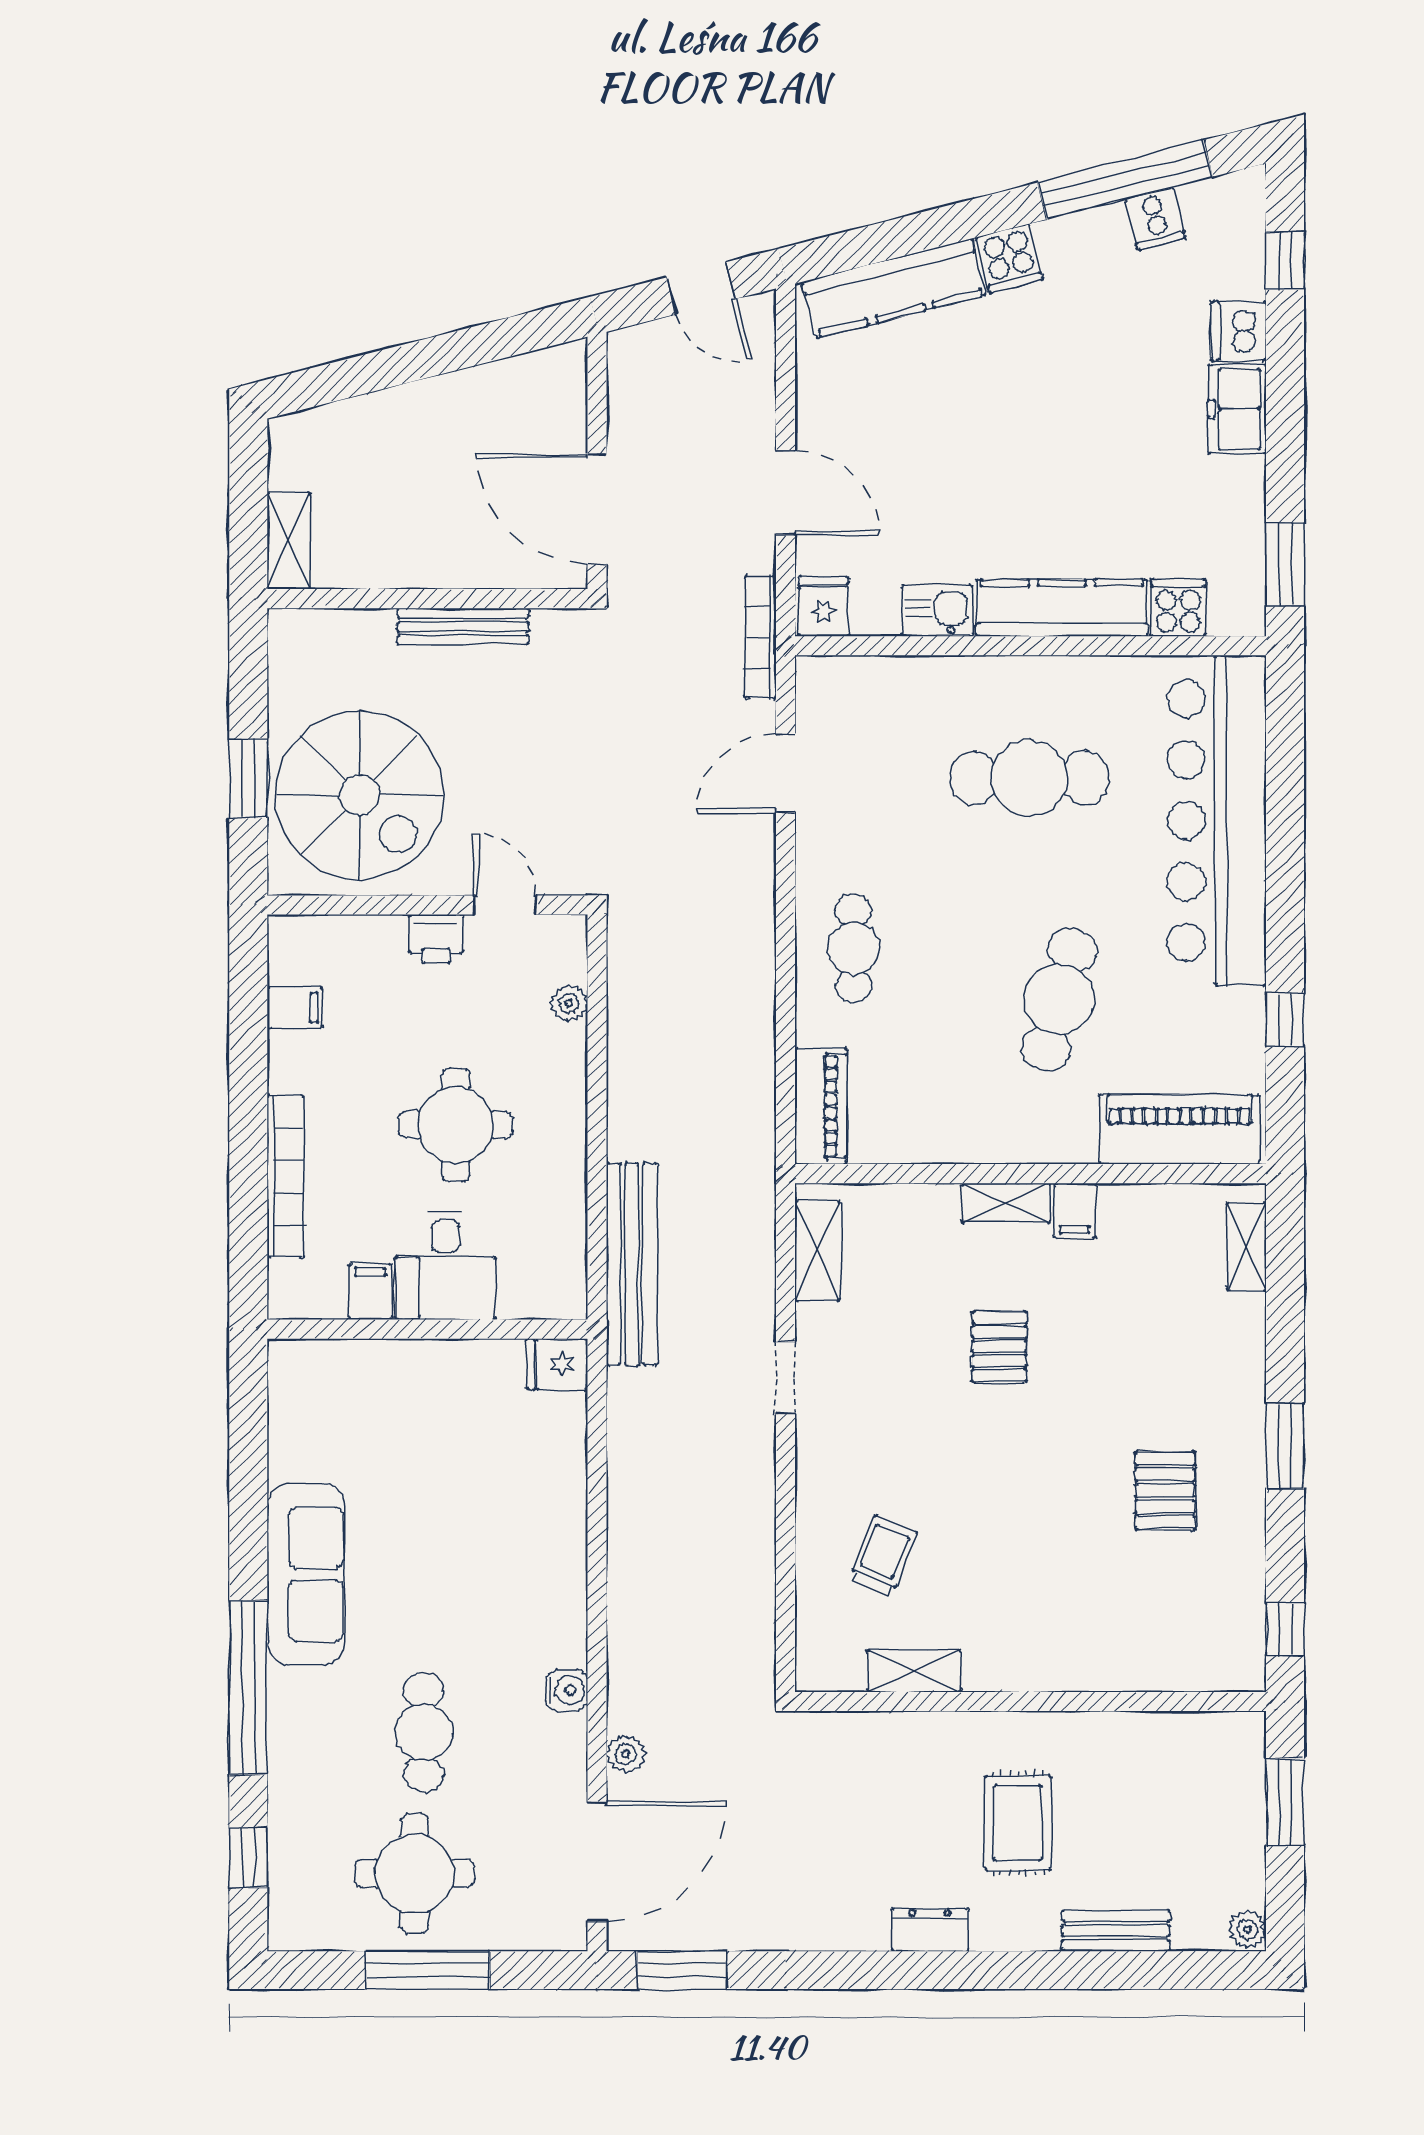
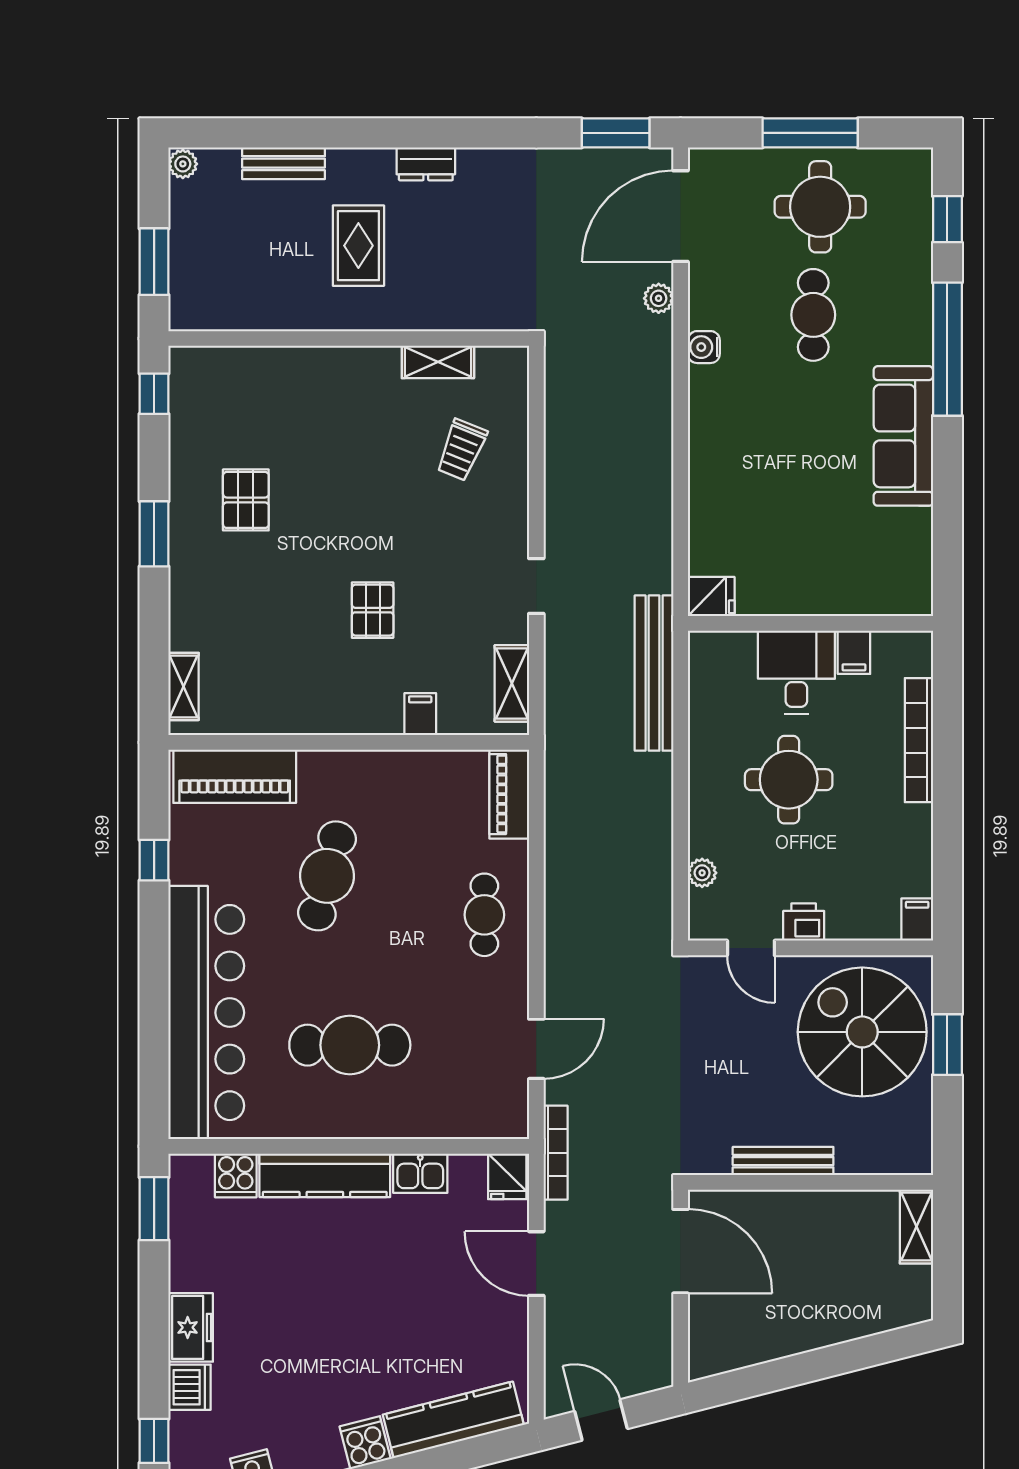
filing cabinet: (295, 1007) -> (917, 920), moved, turned 90
shelving: (1006, 1203) -> (368, 720), removed
filing cabinet: (1075, 1211) -> (420, 714), moved

